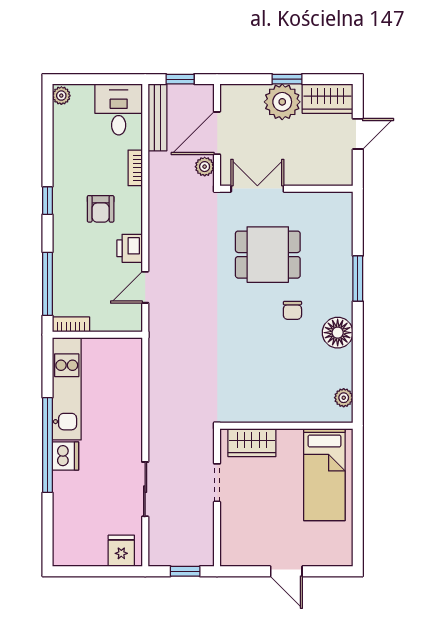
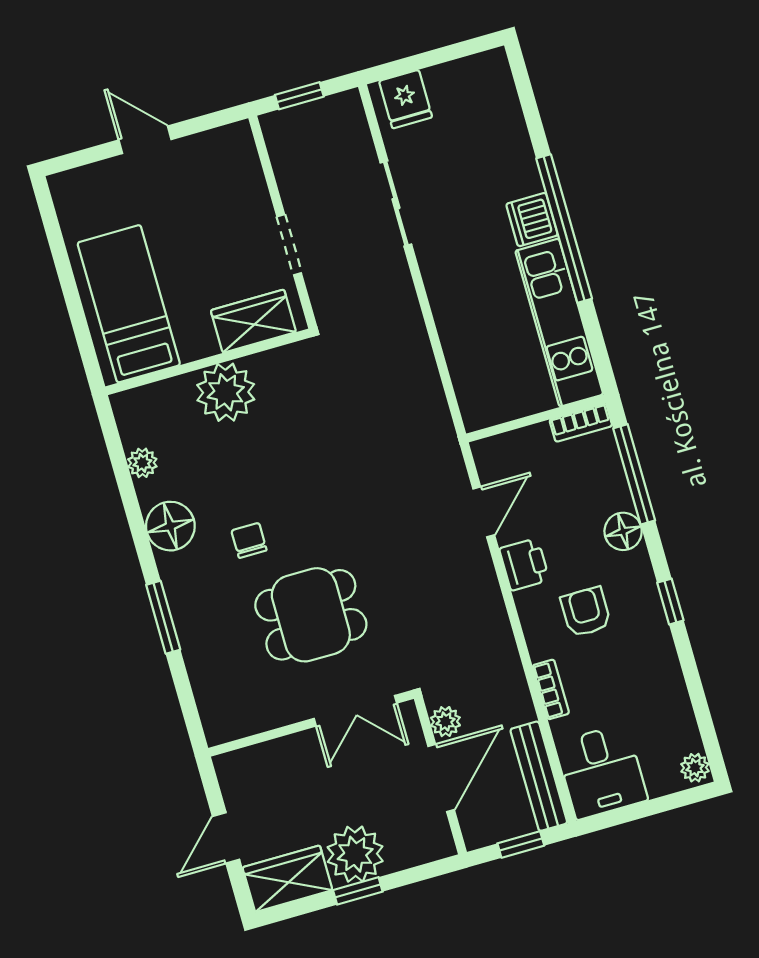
floor lamp: (64, 251) -> (623, 531), added
plant: (344, 398) -> (142, 463), moved
plant: (281, 404) -> (226, 392), added

